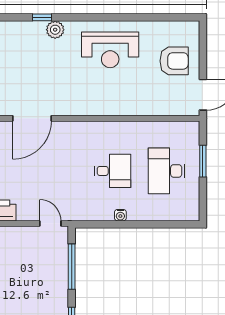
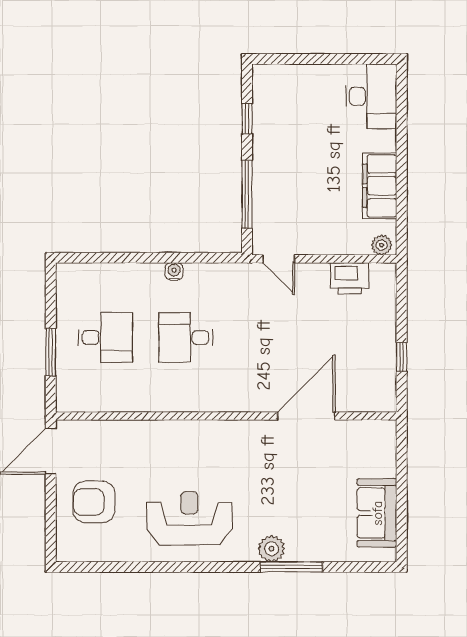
window: (42, 17) -> (291, 567), width x2.17
desk: (166, 171) -> (105, 337), width x0.73

